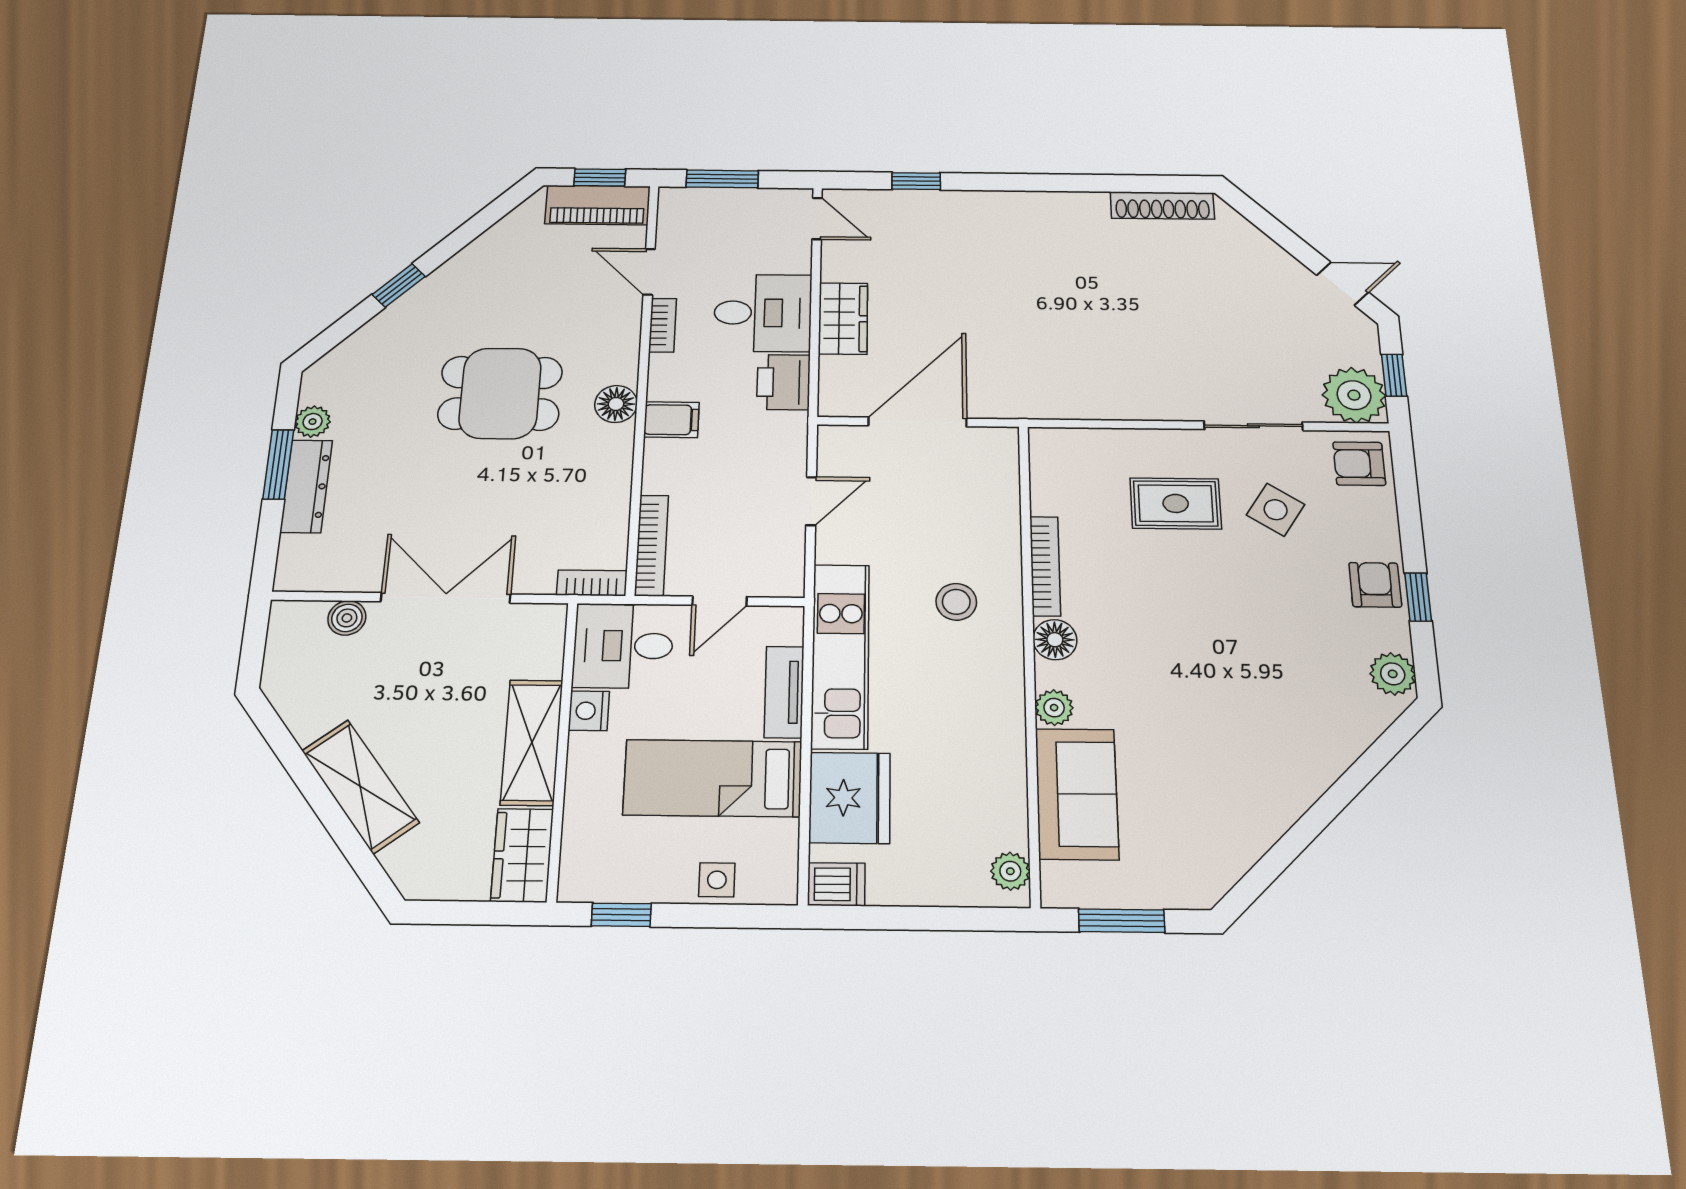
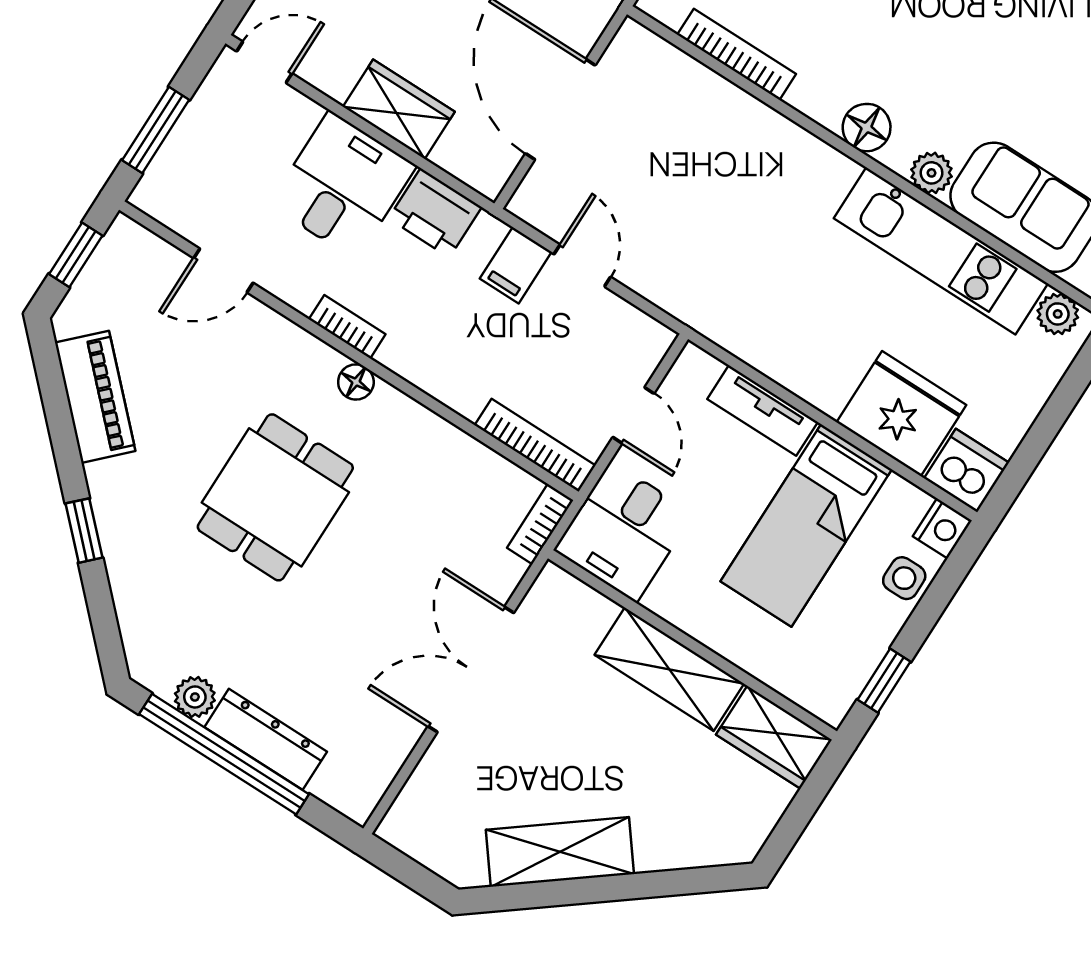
piano: (598, 205) -> (95, 397), moved, turned -45
bookcase: (662, 325) -> (347, 327), moved
floor lamp: (616, 404) -> (356, 382), width x0.73, depth x0.73
filing cabinet: (671, 420) -> (516, 265), moved, turned 180
window: (278, 464) -> (224, 754), width x2.11
bookcase: (1045, 566) -> (737, 54), moved
stool: (956, 602) -> (772, 194), removed
boiler: (347, 618) -> (435, 772), removed
kitchen unit: (840, 656) -> (941, 251), moved, turned 180
nightstand: (589, 711) -> (942, 528), moved, turned -90
shelving: (360, 786) -> (560, 852), moved
dishwasher: (836, 884) -> (967, 471), width x1.38

